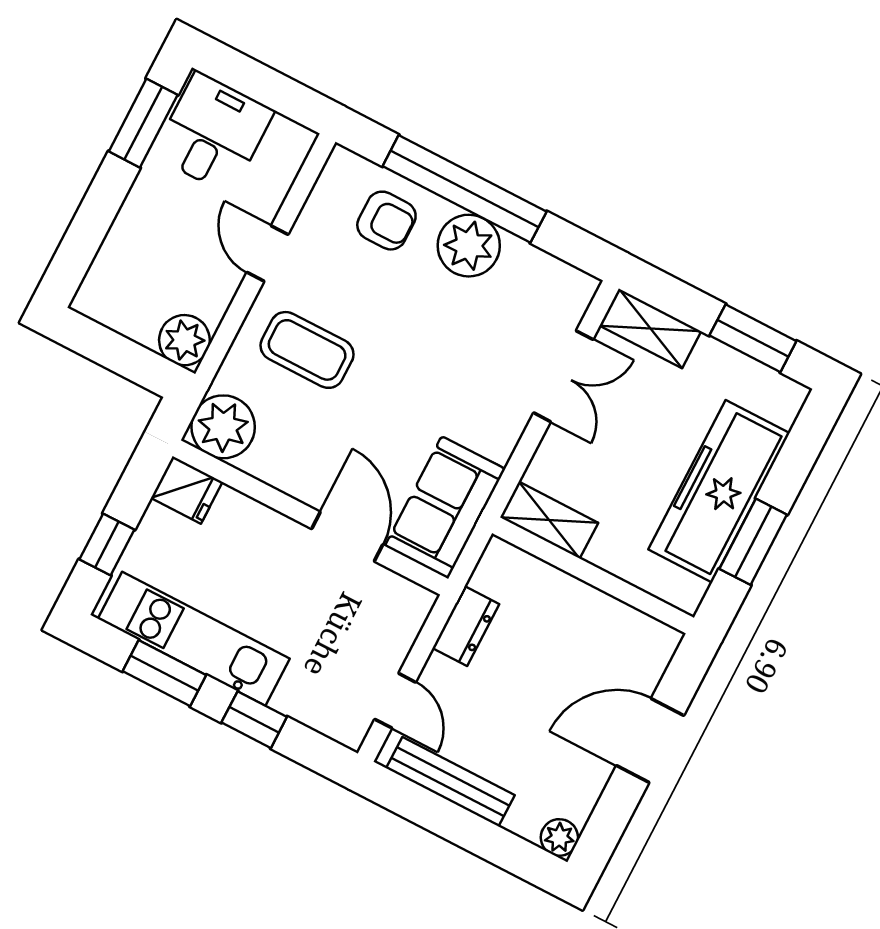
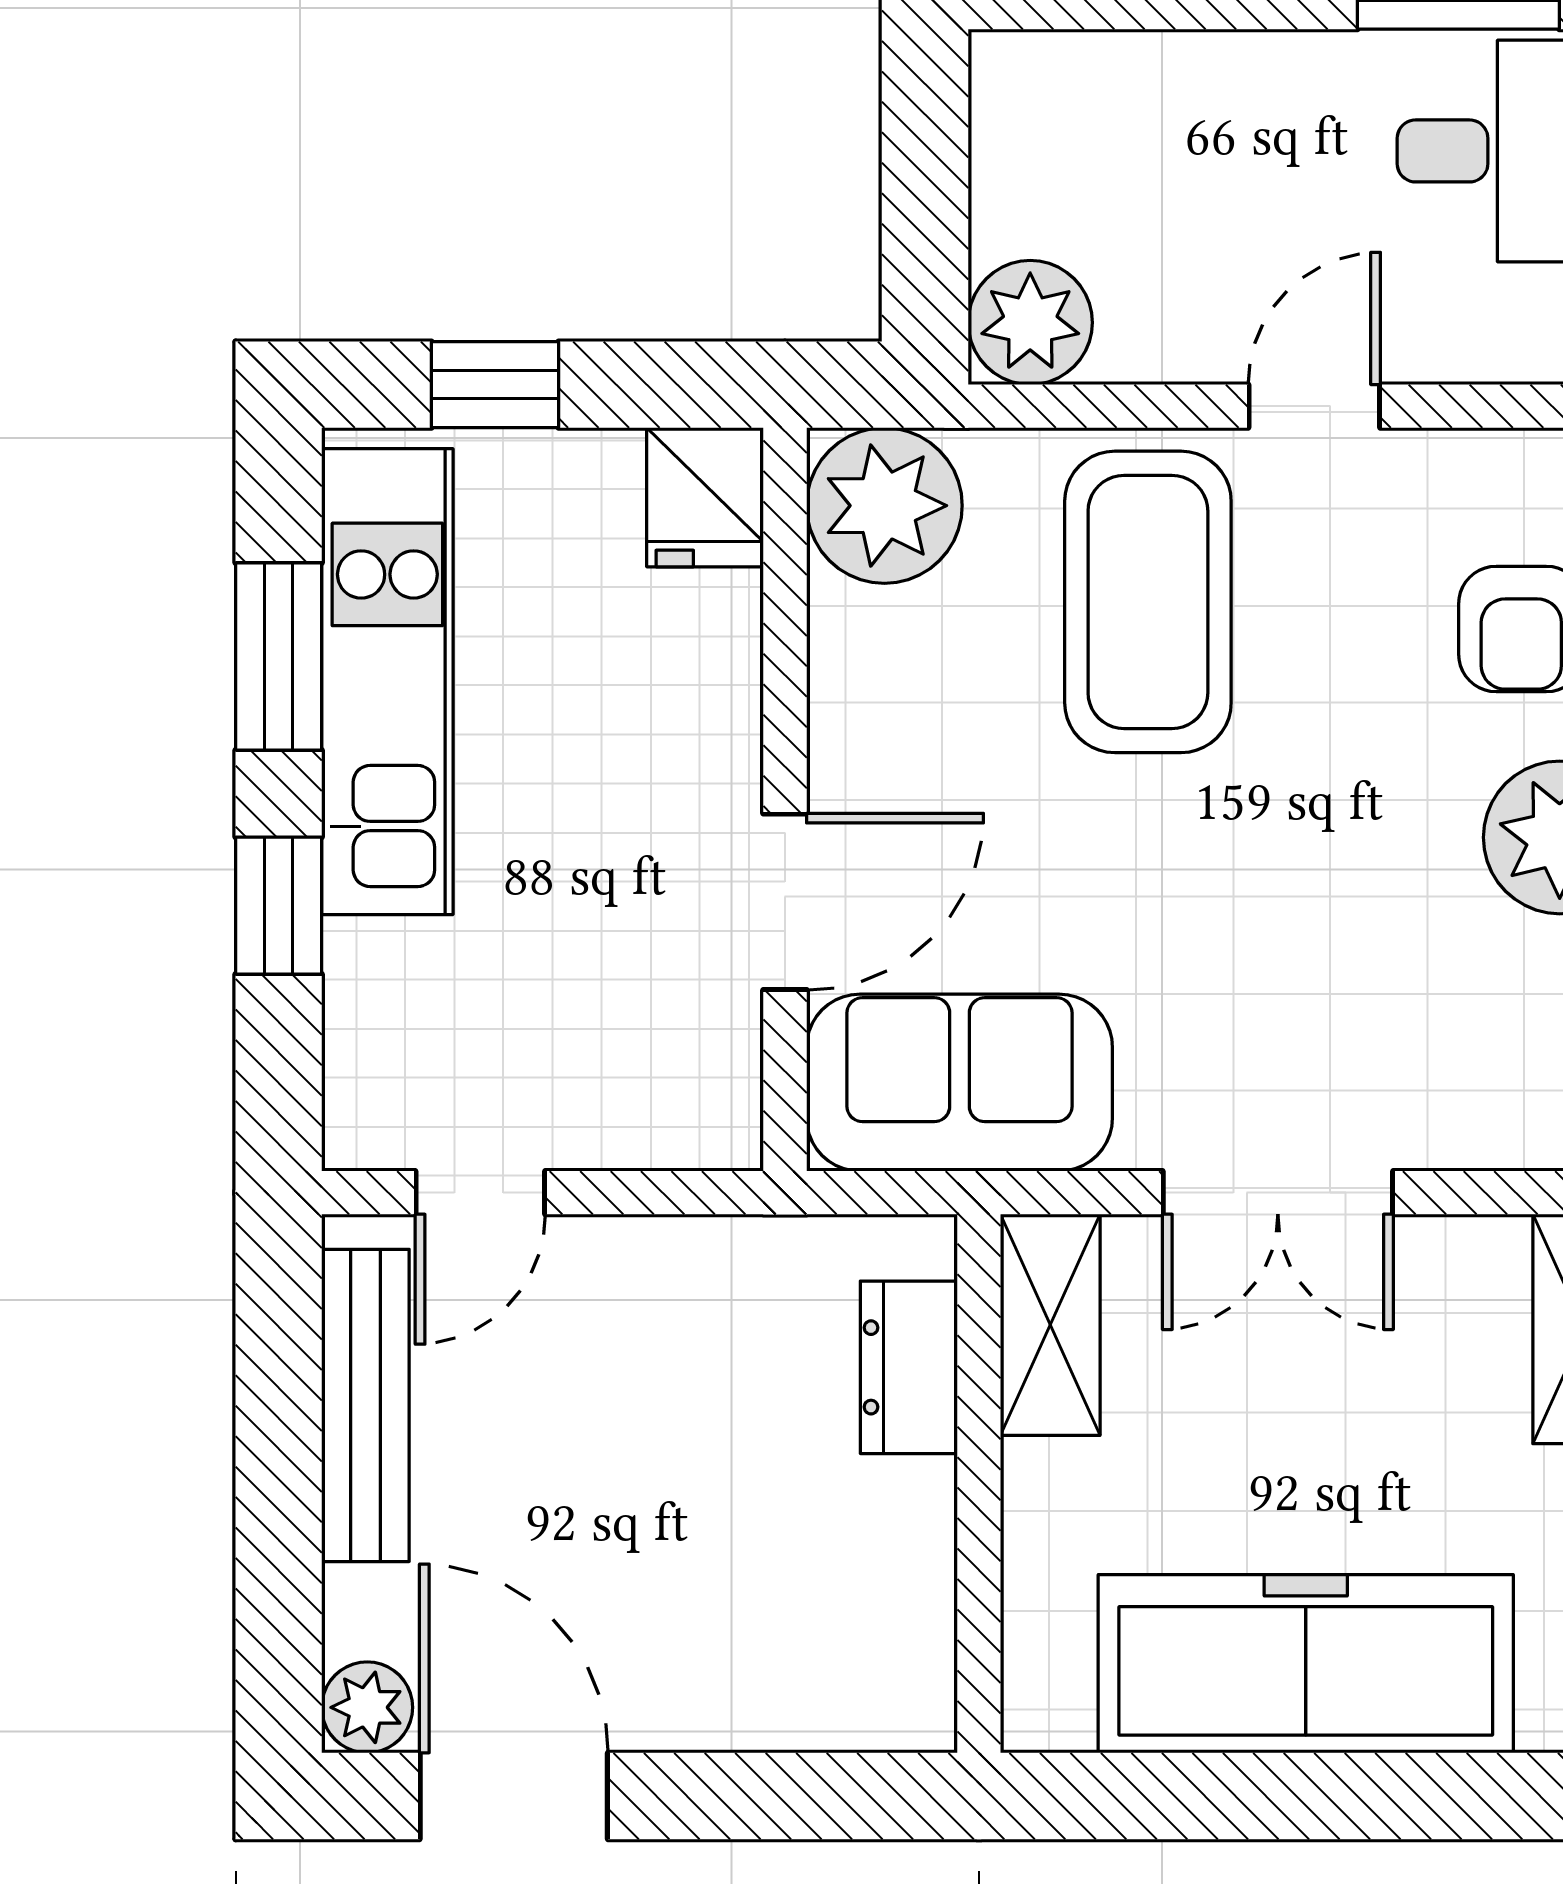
coffee table: (307, 350) -> (1148, 602), width x1.36, depth x1.32
double door: (563, 376) -> (1278, 1193), moved
window: (753, 542) -> (1234, 1796), removed
dresser: (466, 626) -> (909, 1367), moved, turned 90
door: (650, 741) -> (514, 1796), moved

